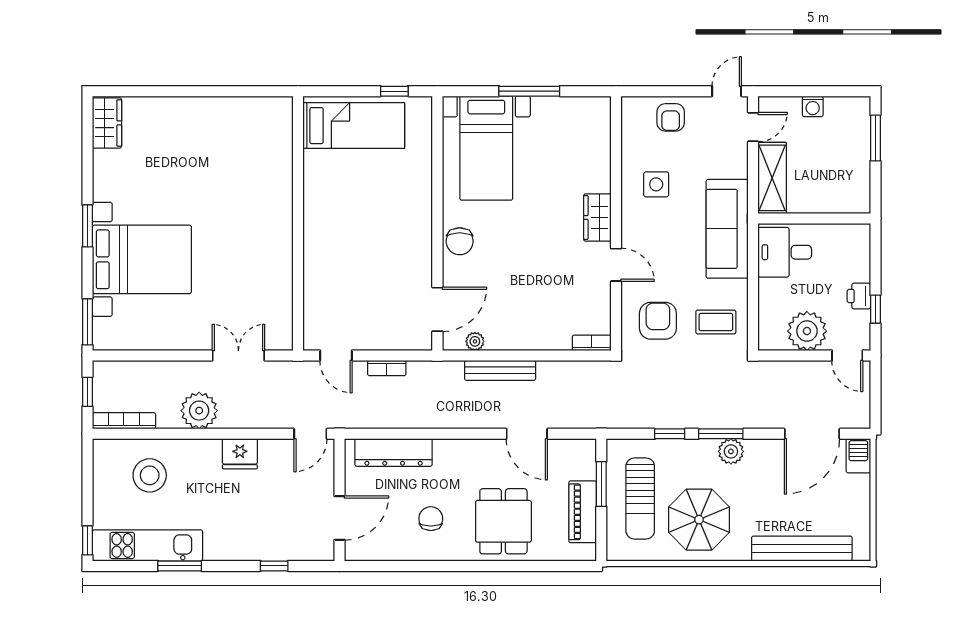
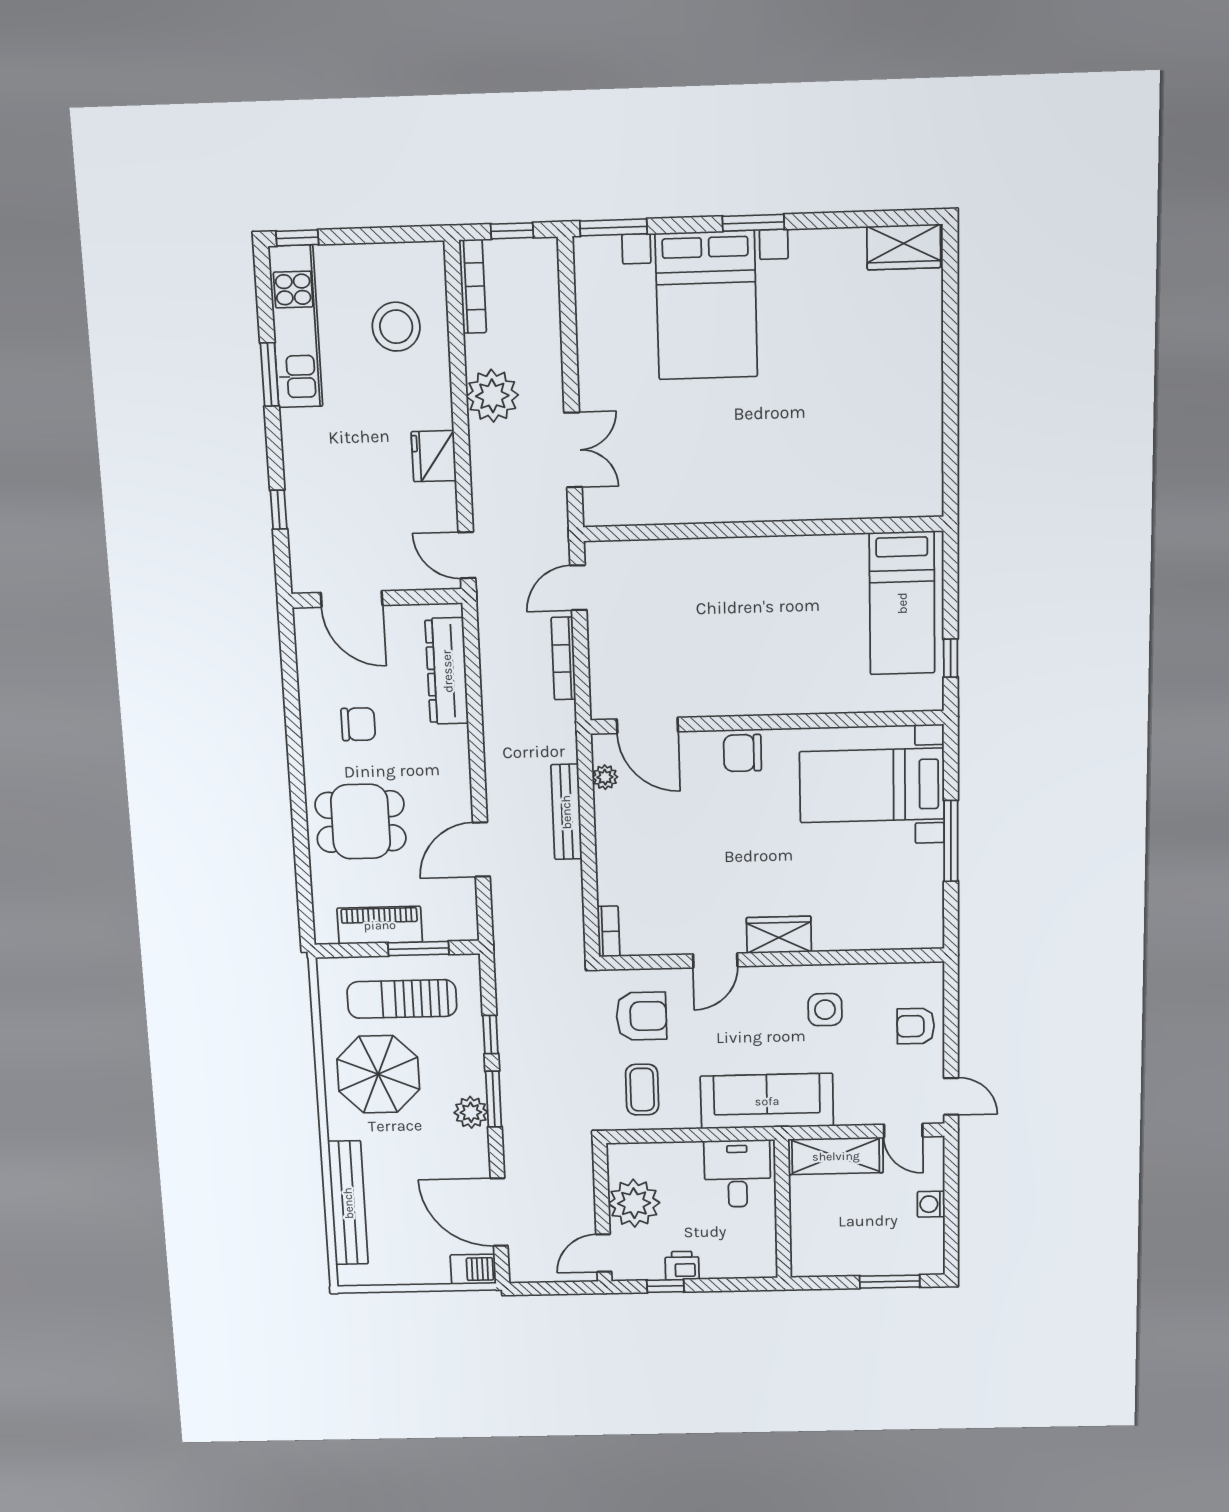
bookcase: (387, 368) -> (564, 658), width x1.56

